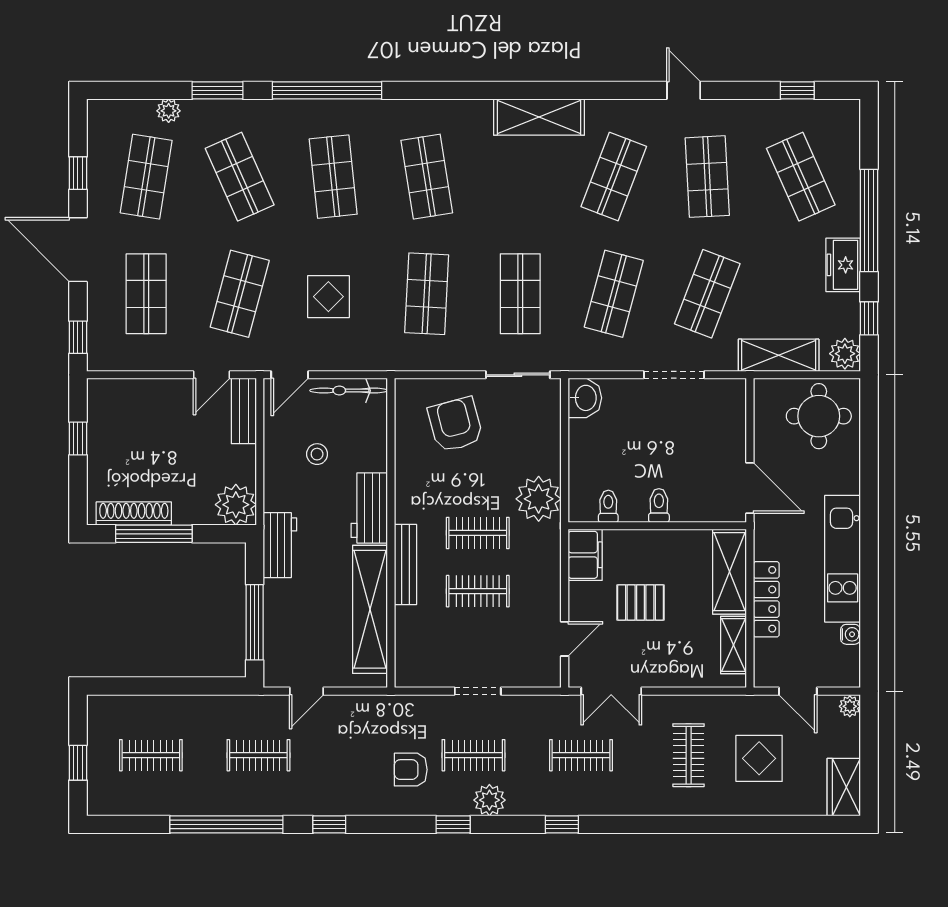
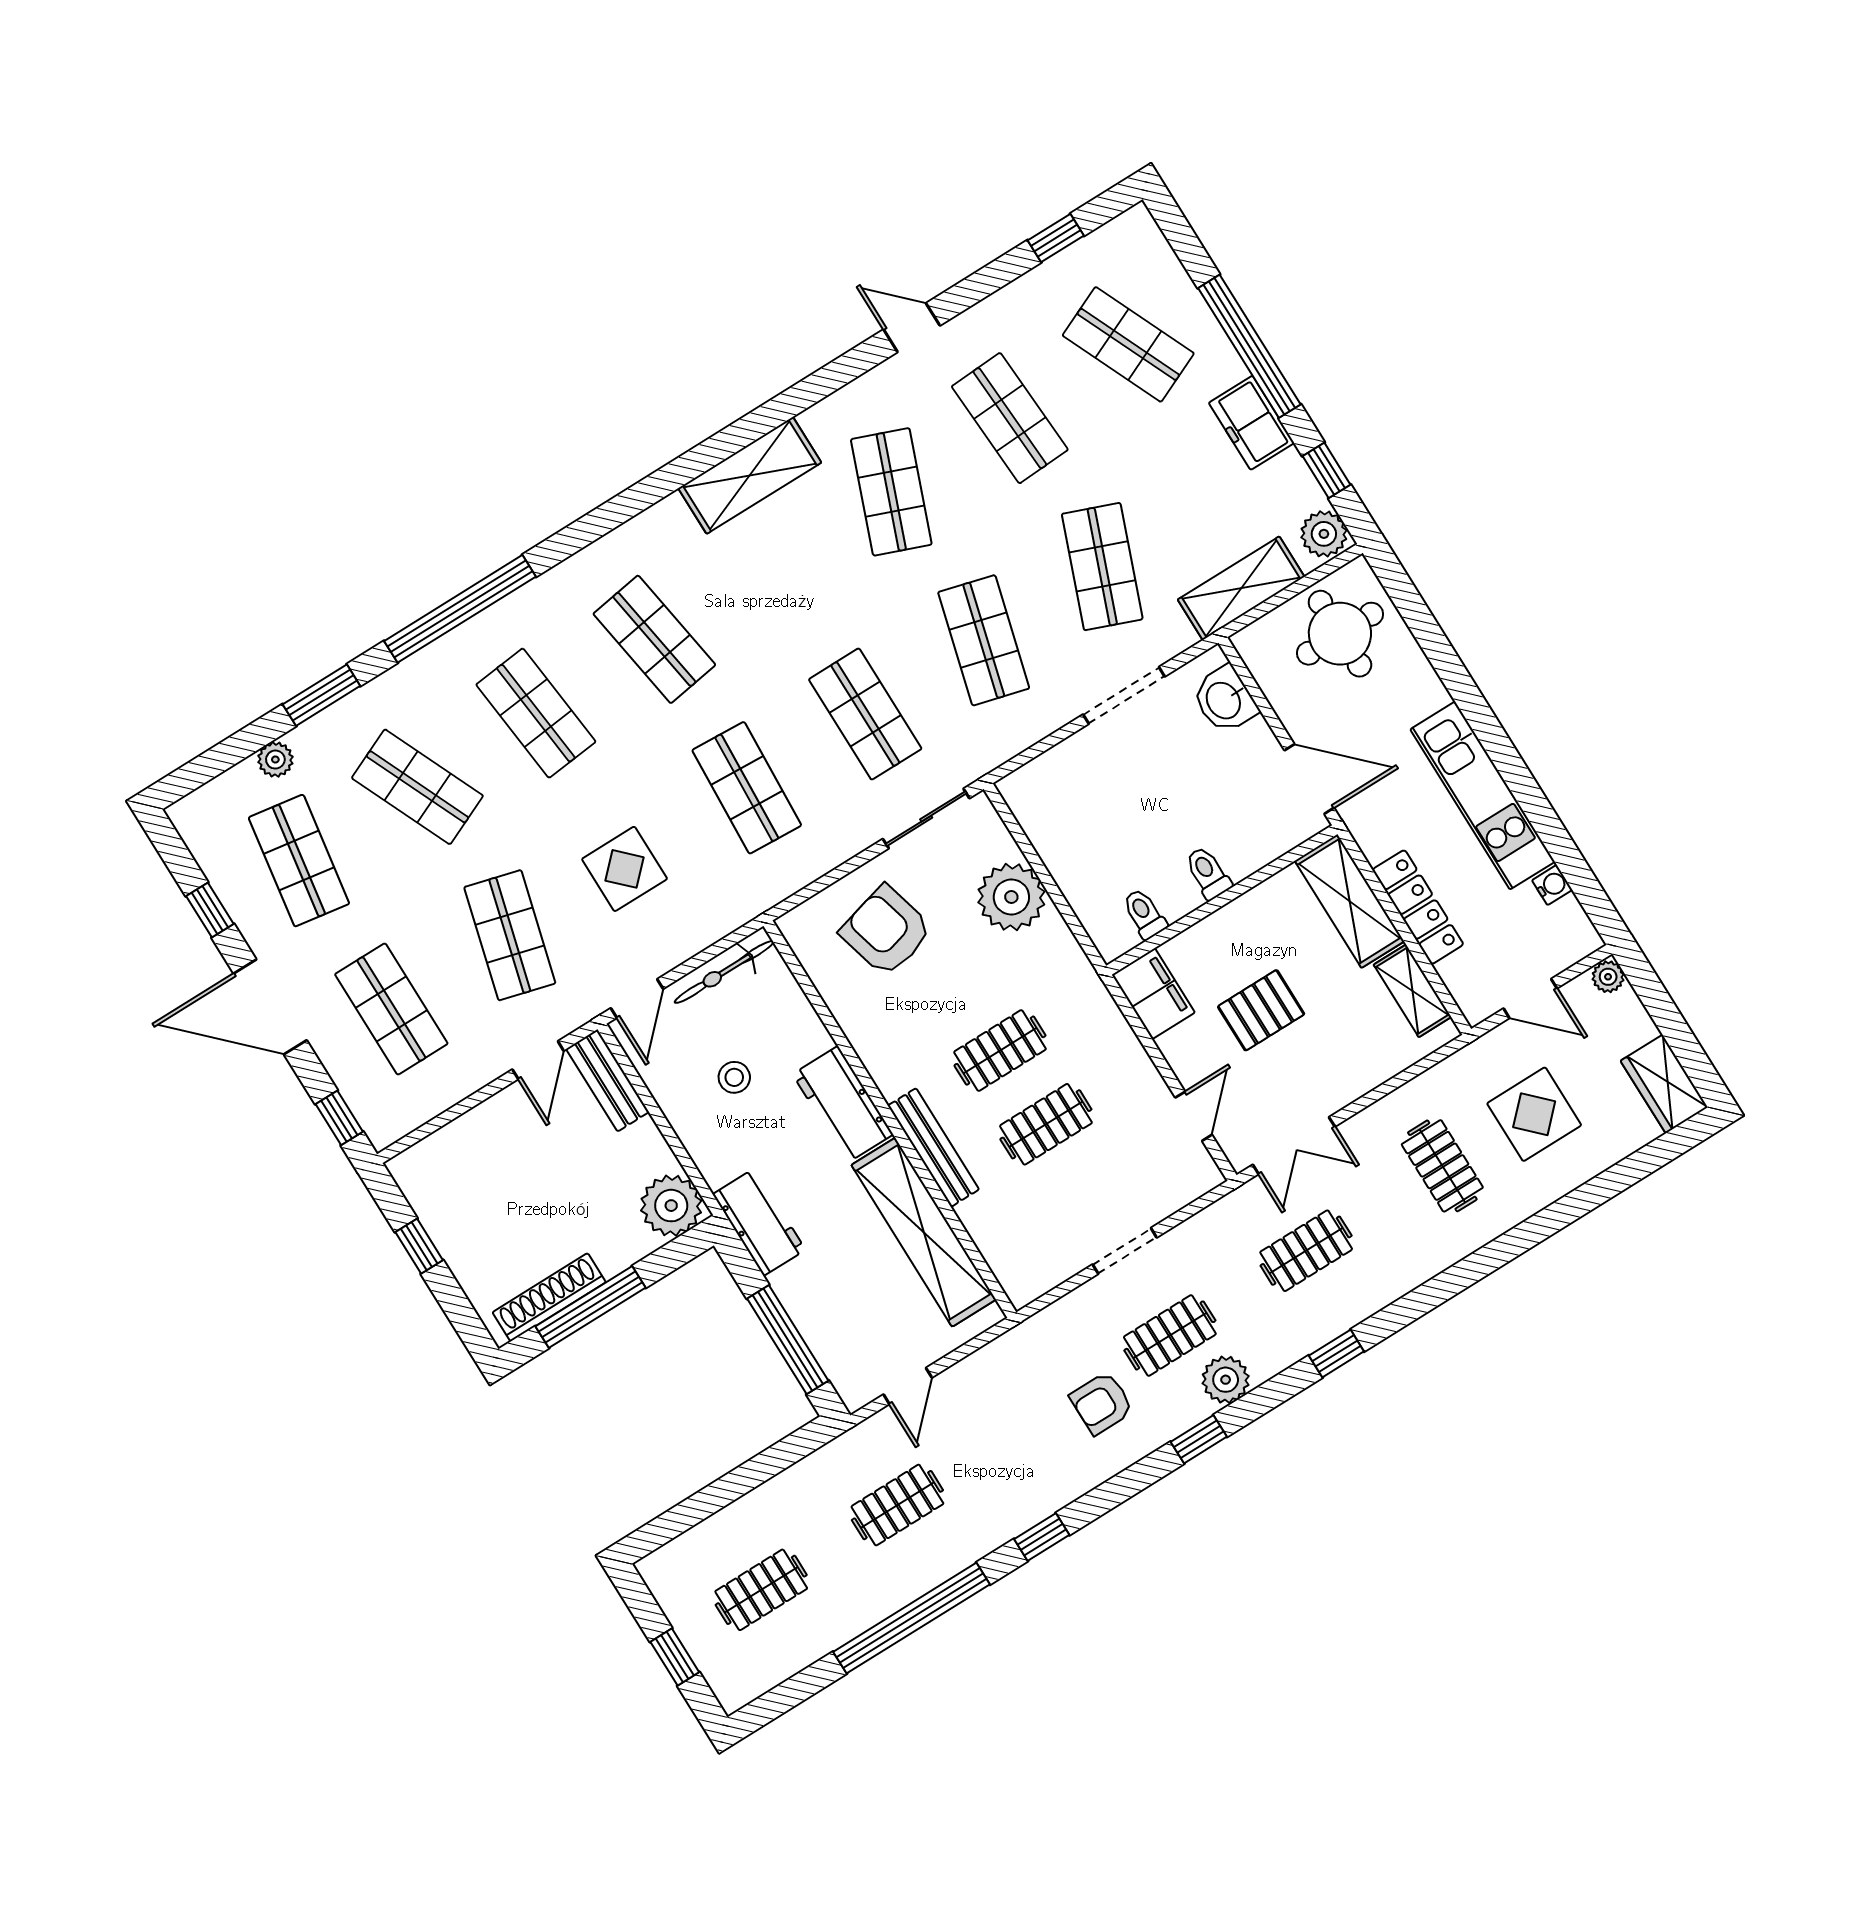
washbasin: (585, 398) -> (1225, 700), moved, turned 180
plant: (539, 499) -> (1011, 897), moved

